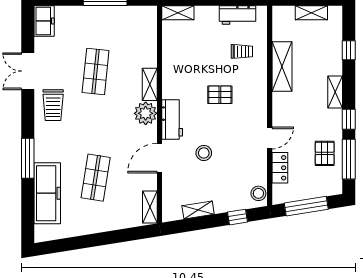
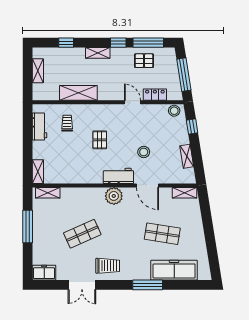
shop shelf: (96, 72) -> (82, 234), turned -30
shelving: (150, 84) -> (48, 193), moved

